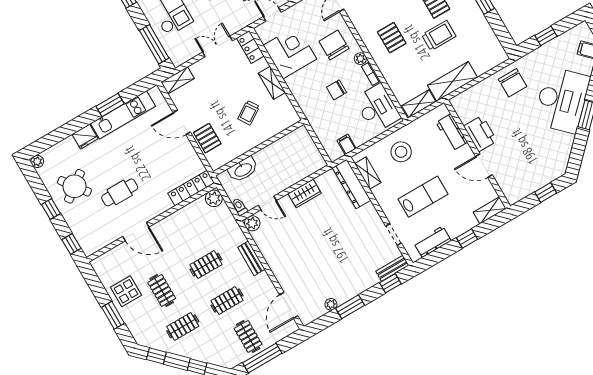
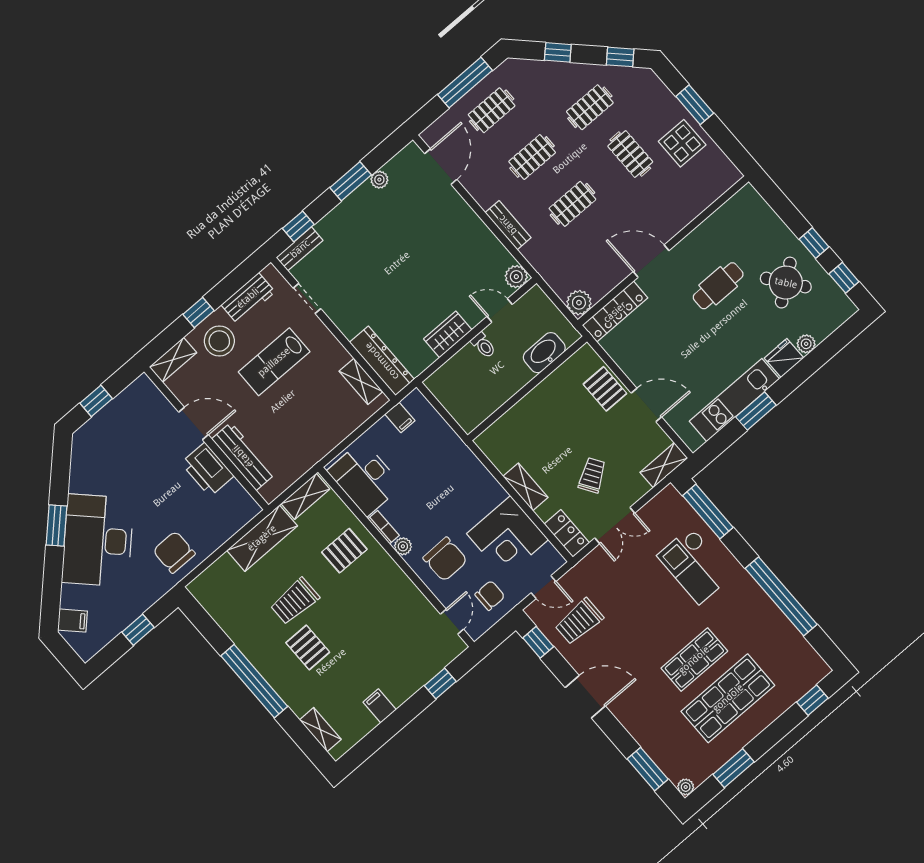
pallet: (392, 38) -> (344, 551), moved, turned 90
chair: (337, 90) -> (490, 595), moved
trolley: (249, 113) -> (592, 475), moved
workbench: (452, 132) -> (243, 456), width x1.38
stool: (401, 152) -> (219, 341), moved
plant: (37, 161) -> (806, 344), moved
toilet: (240, 207) -> (483, 345), moved
door: (136, 232) -> (651, 261), moved
window: (71, 244) -> (844, 278), moved
clothes rail: (248, 336) -> (492, 110), turned 90

